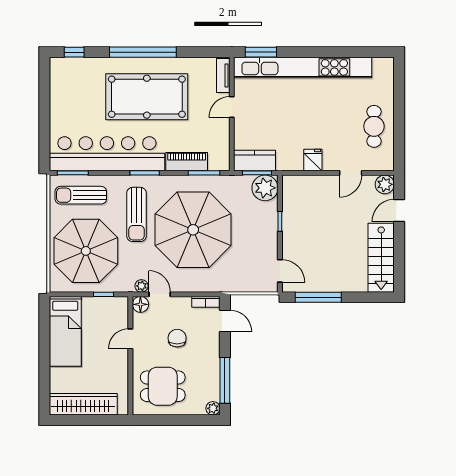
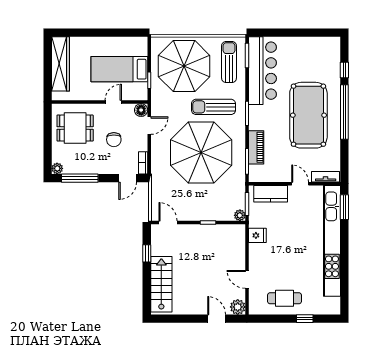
window: (74, 52) -> (344, 70), moved
window: (399, 101) -> (305, 319), added
bar counter: (107, 154) -> (262, 71), width x0.73
fridge: (313, 160) -> (257, 235), moved
kitchen counter: (255, 161) -> (271, 194), moved, turned 90
plant: (265, 188) -> (240, 215), width x0.53, depth x0.53
stairs: (381, 258) -> (161, 284), moved, turned 90
door: (280, 271) -> (168, 222), swing flipped
plant: (141, 286) -> (156, 111), removed
window: (318, 297) -> (147, 253), width x0.46
bed: (65, 331) -> (119, 69), moved
chair: (177, 338) -> (114, 140), turned 90
door: (130, 339) -> (113, 102), hinge flipped
dining table: (163, 386) -> (75, 128), turned 90

